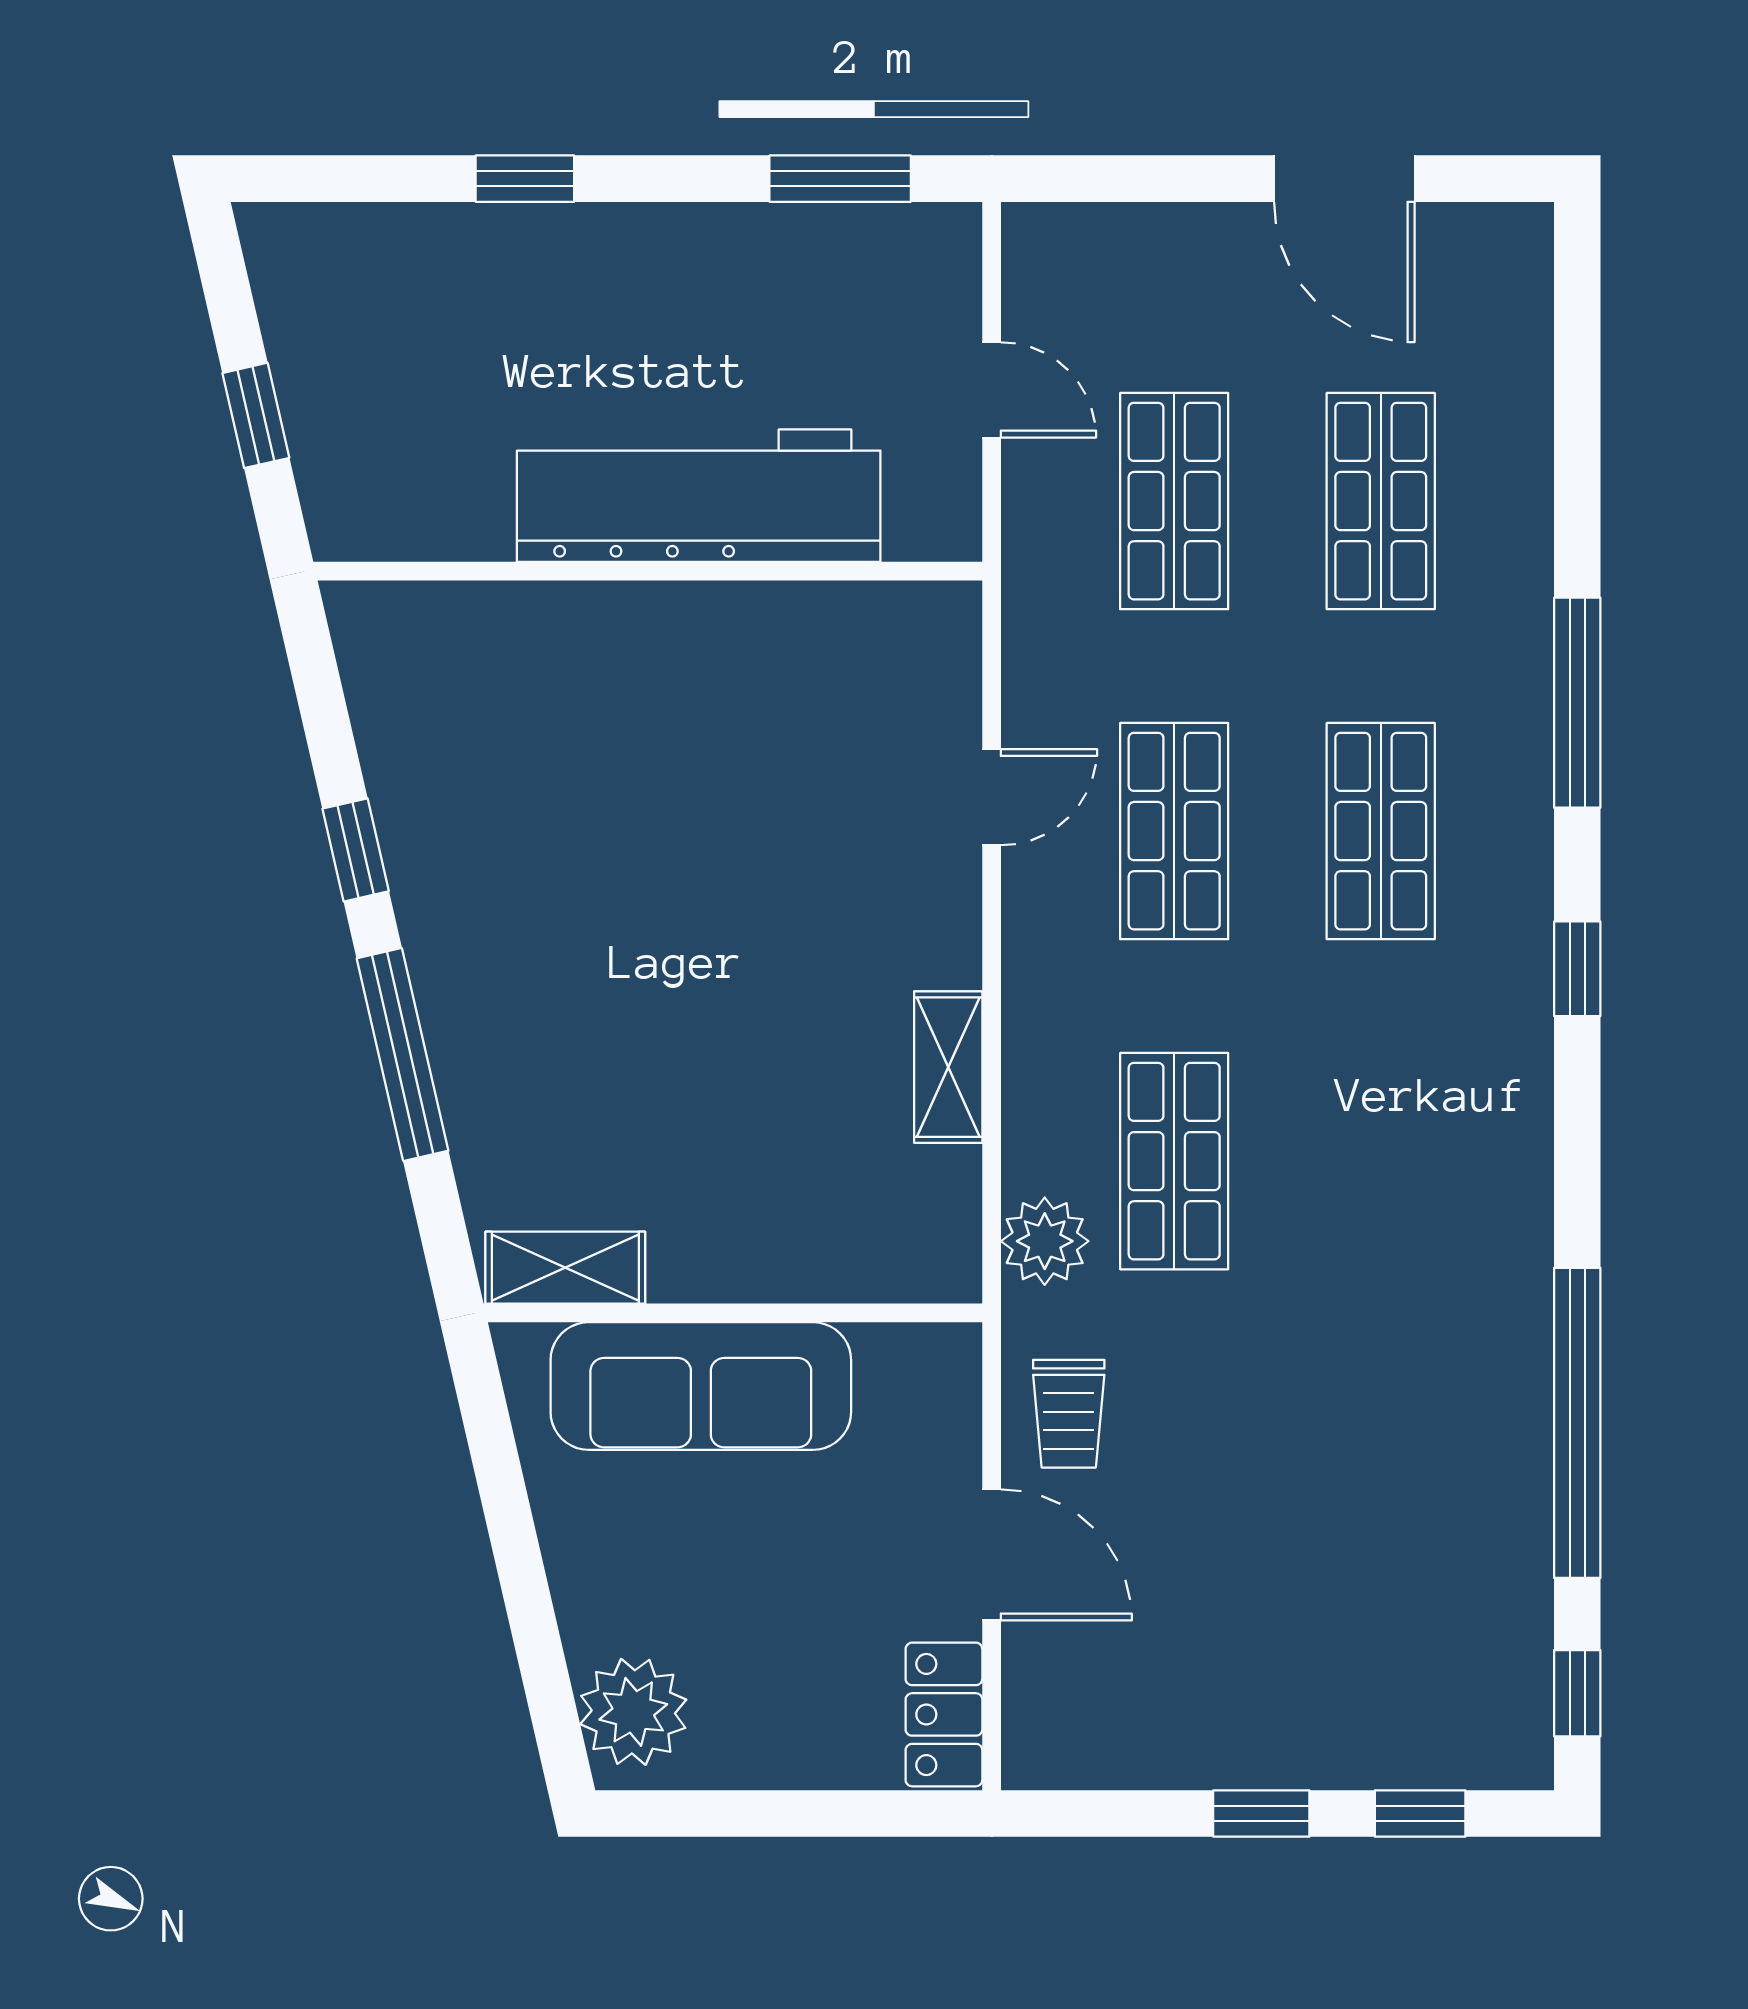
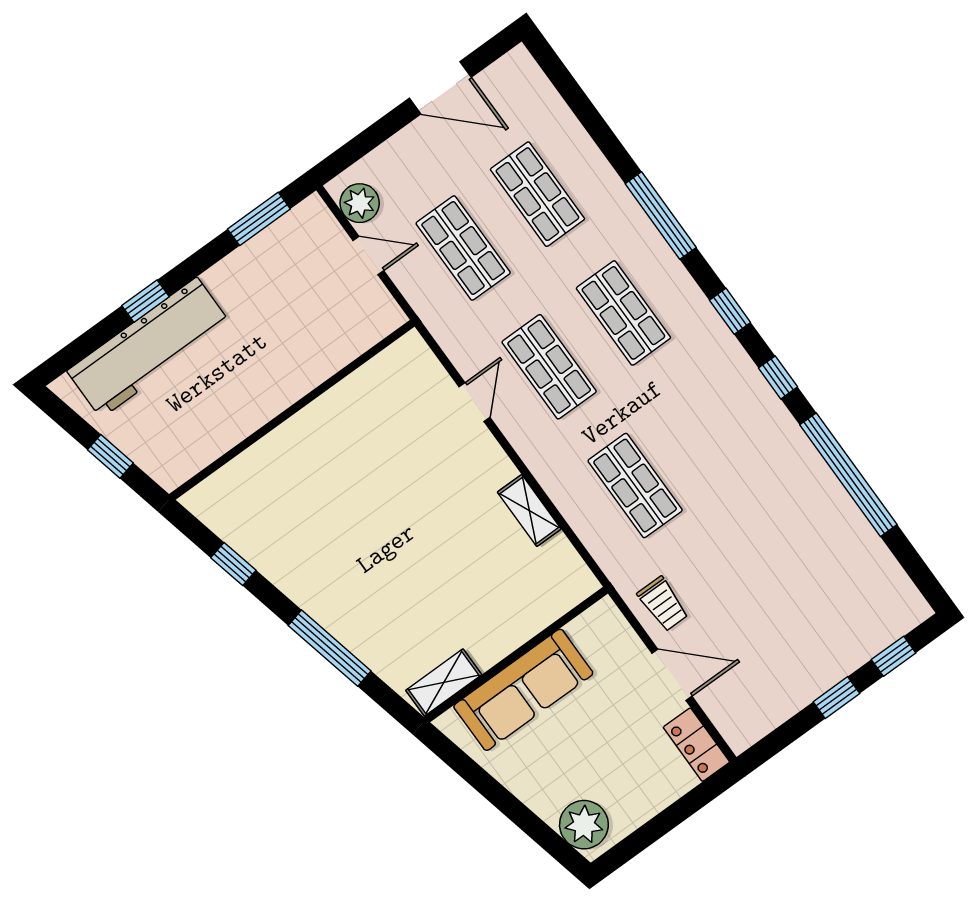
workbench: (699, 496) -> (149, 348), moved, turned 180
window: (356, 850) -> (233, 564), moved
plant: (1045, 1241) -> (360, 203), moved
window: (1577, 1693) -> (778, 377), moved

